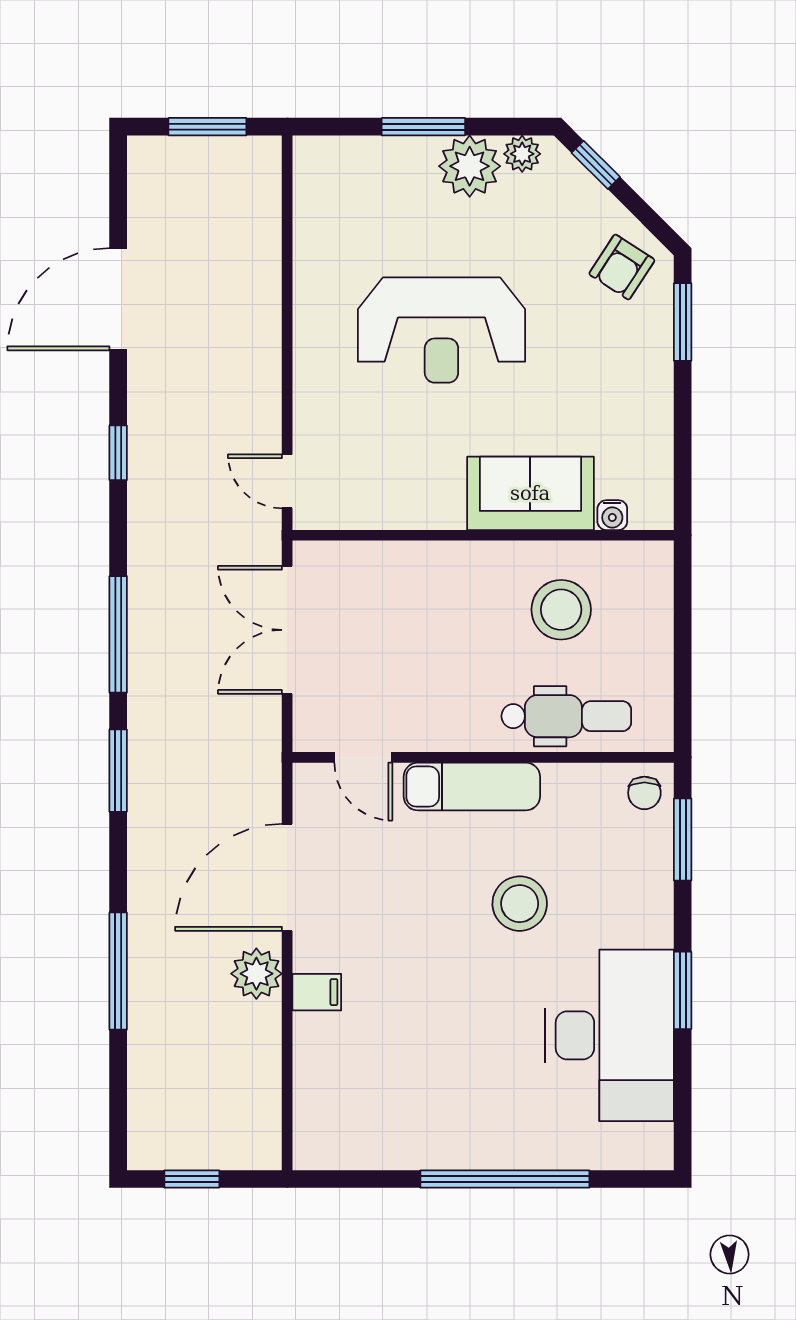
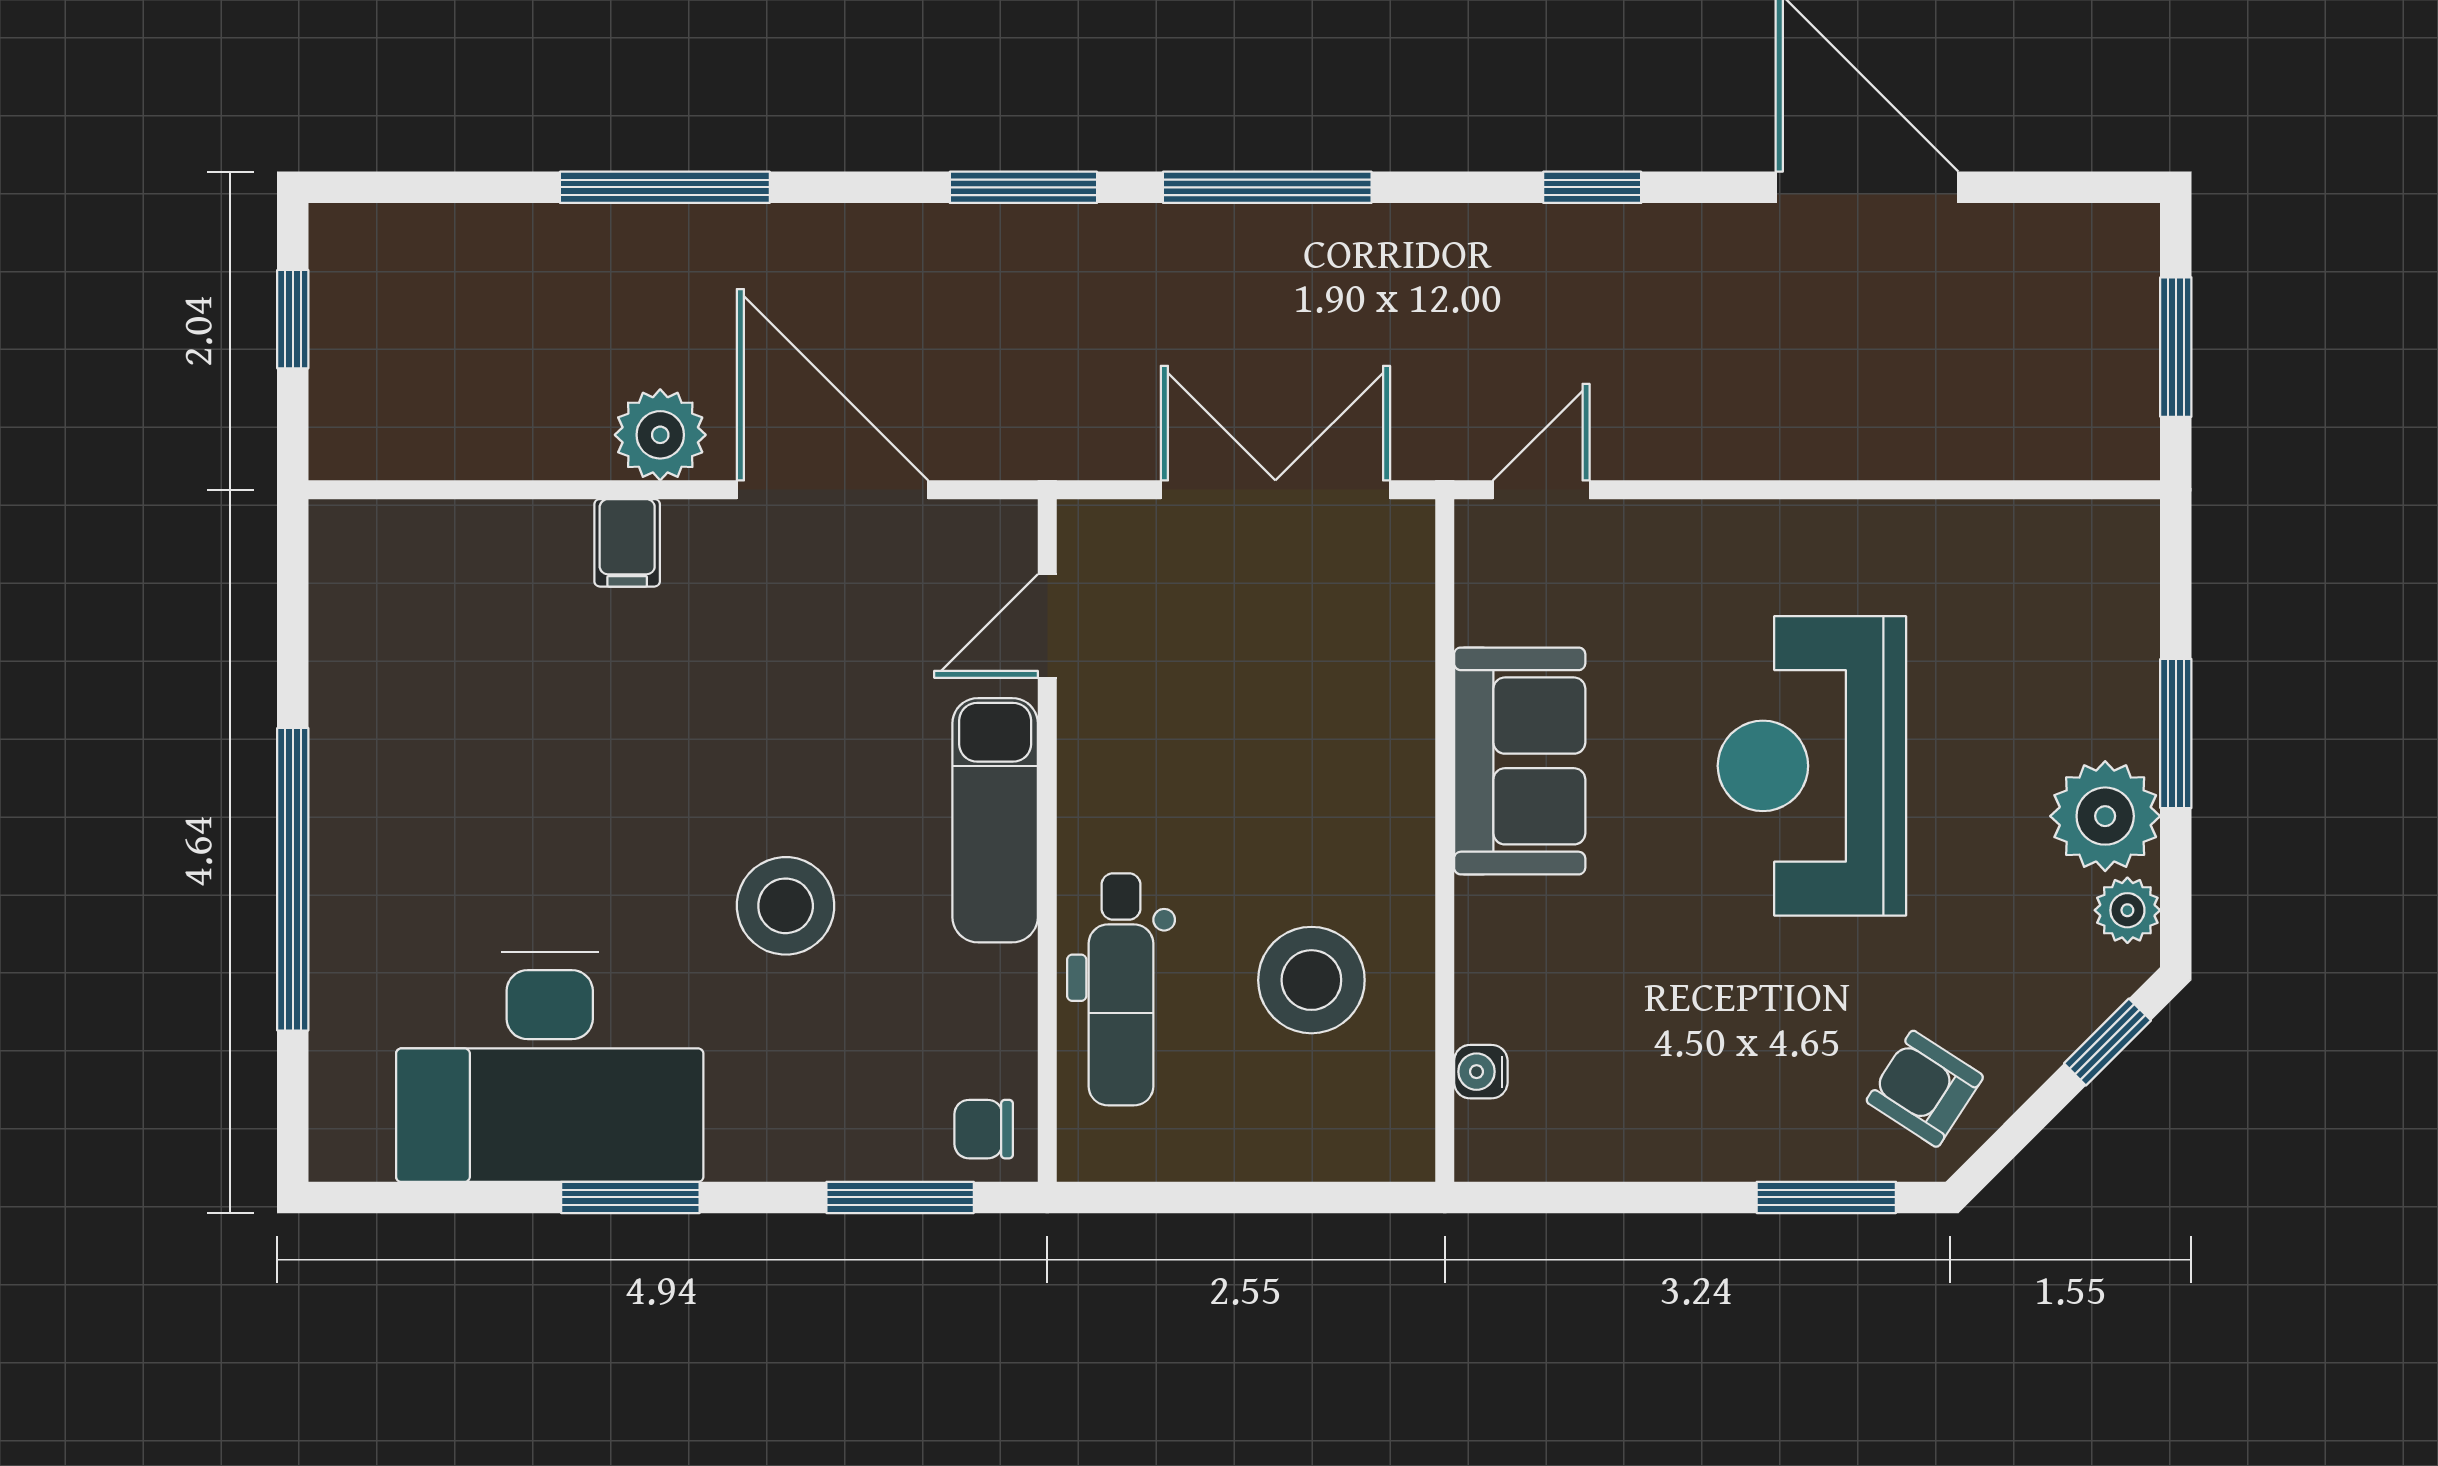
sofa: (530, 493) -> (1520, 761), moved

